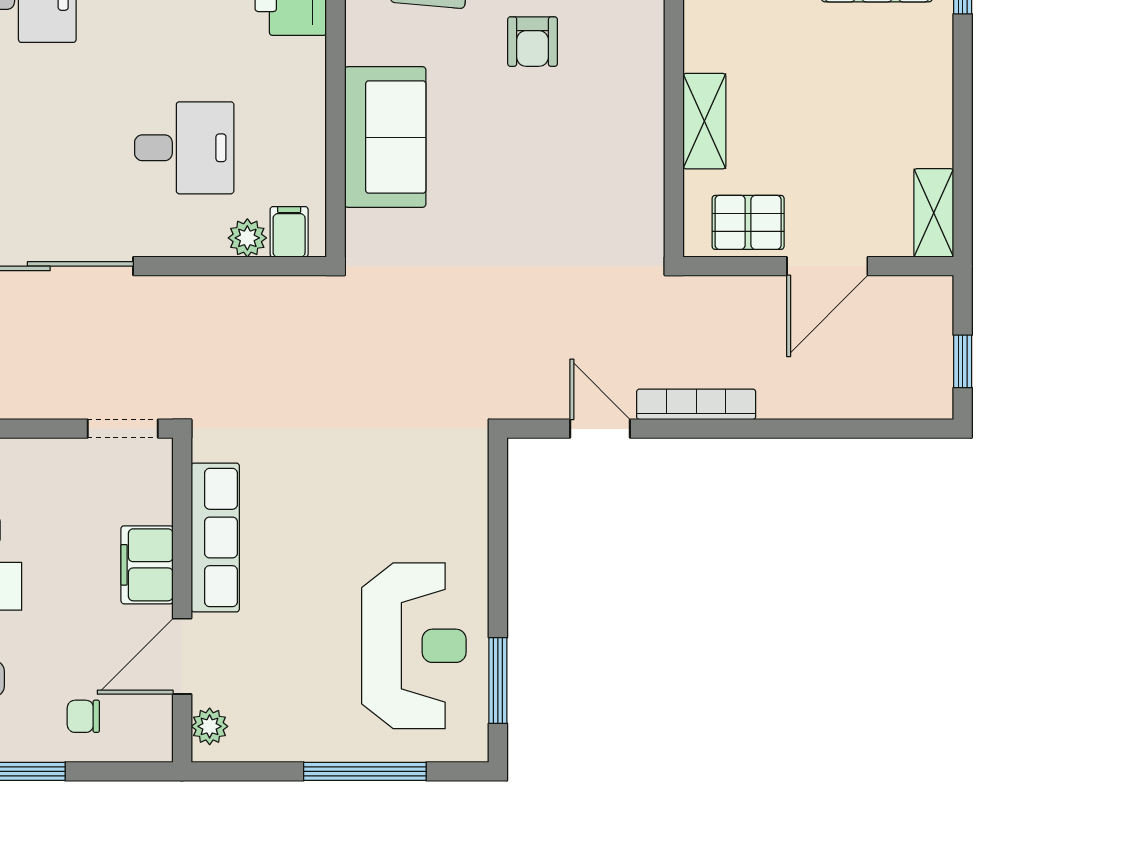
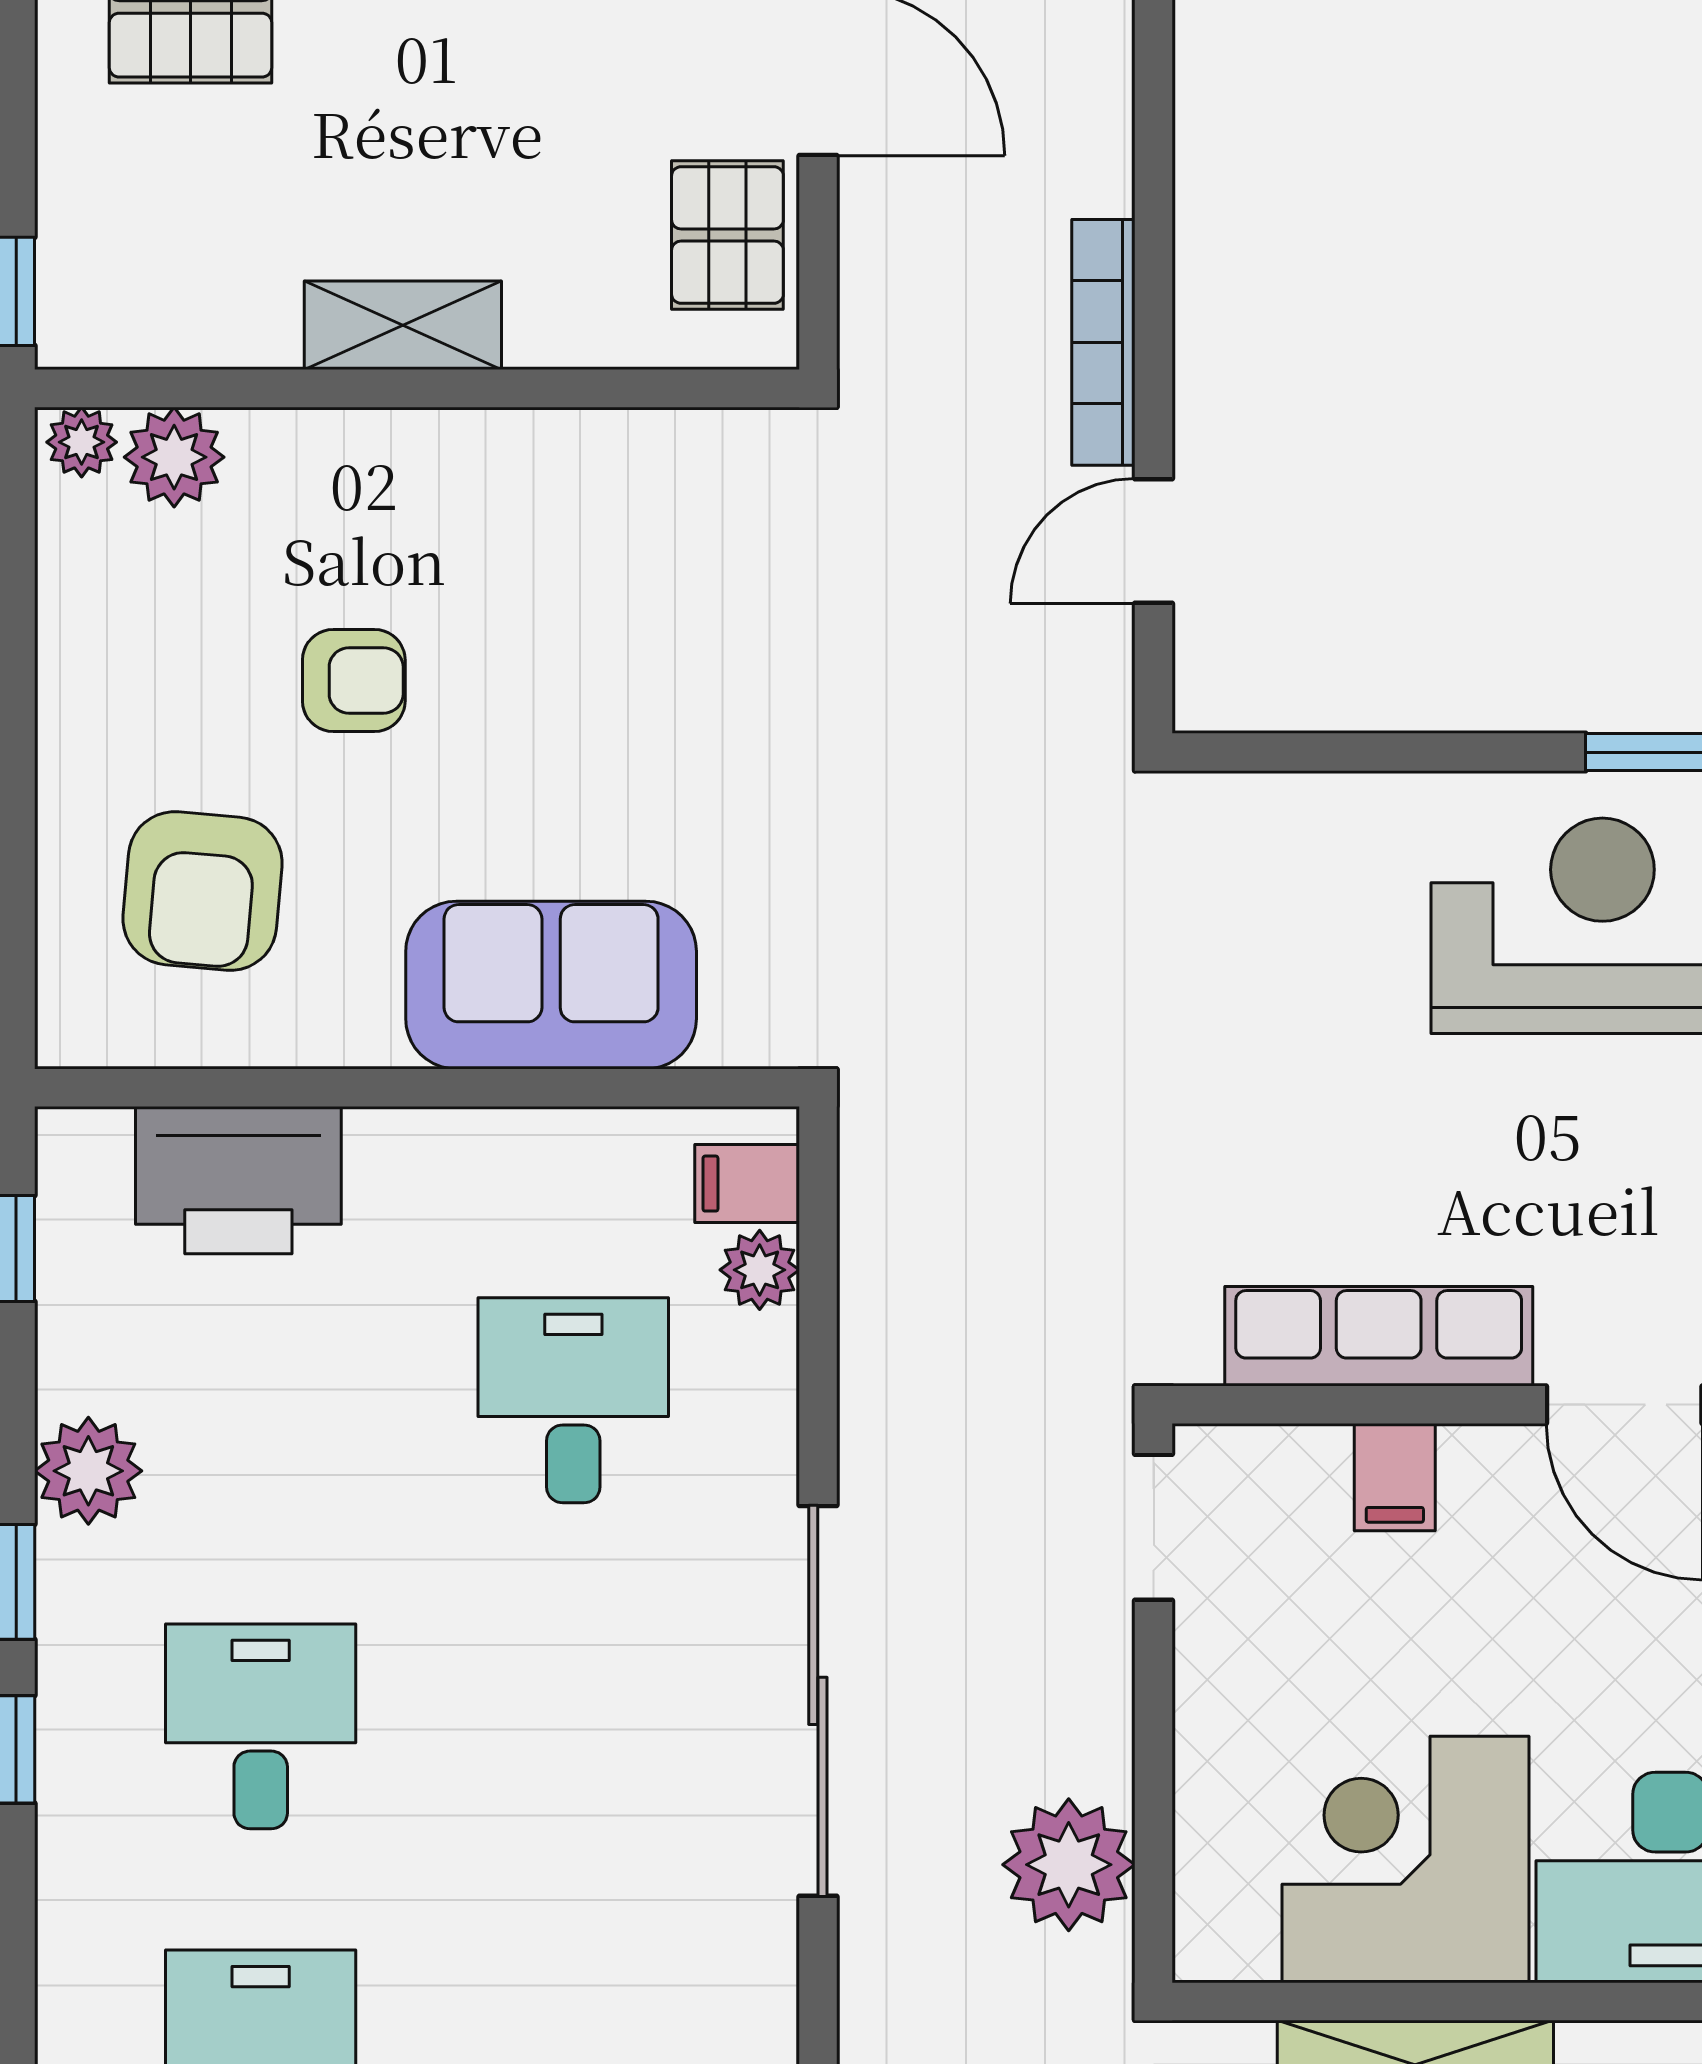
shelving: (704, 121) -> (403, 325), moved
filing cabinet: (147, 565) -> (1395, 1477), width x0.50

